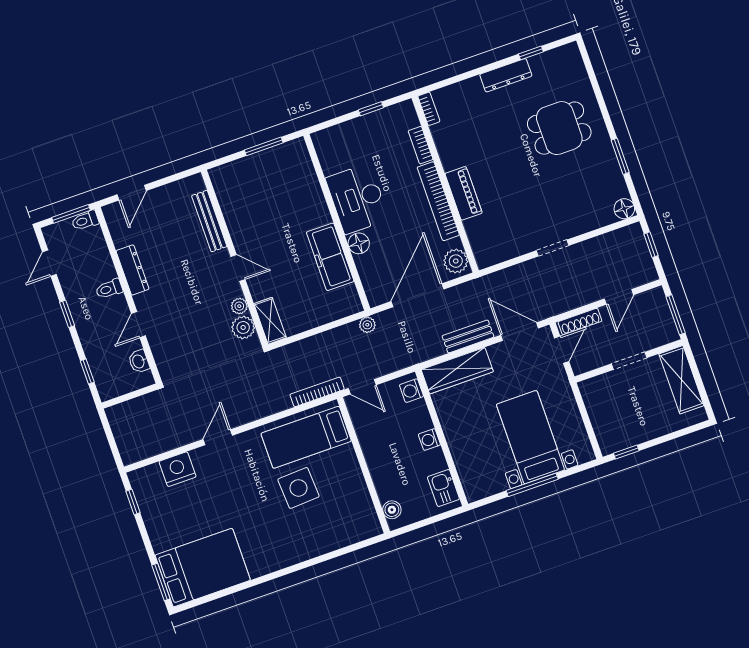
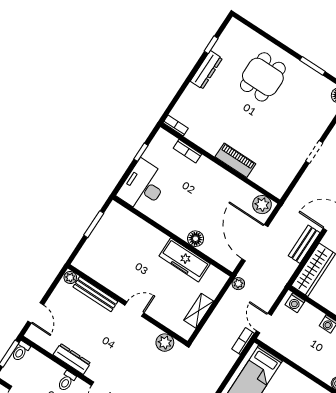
desk: (357, 199) -> (143, 186), moved, turned 90
bookcase: (438, 201) -> (224, 177), removed
plant: (239, 306) -> (70, 277), moved
shelving: (270, 321) -> (199, 311), moved, turned 90
door: (362, 387) -> (264, 323), swing flipped
bookcase: (317, 392) -> (243, 341), width x0.64

